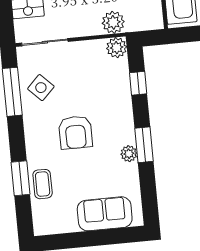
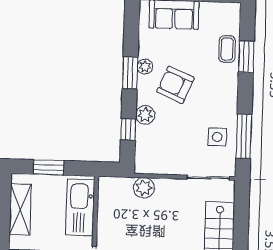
plant: (117, 48) -> (145, 115), moved
side table: (41, 88) -> (217, 137), turned 45
armchair: (76, 132) -> (175, 85), moved, turned -67

